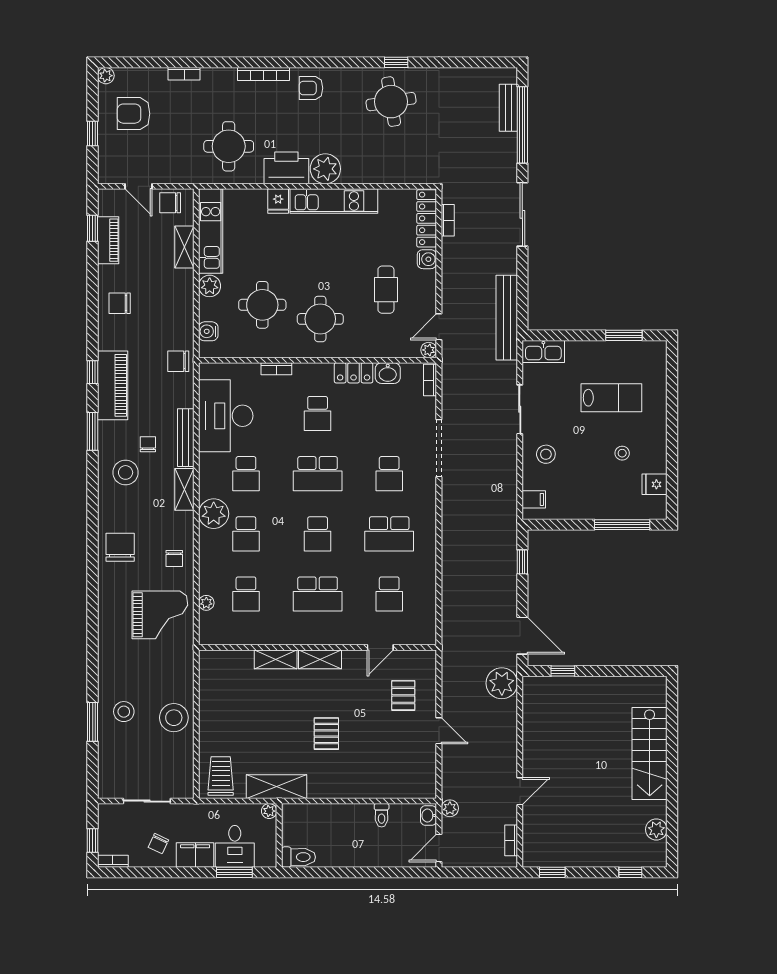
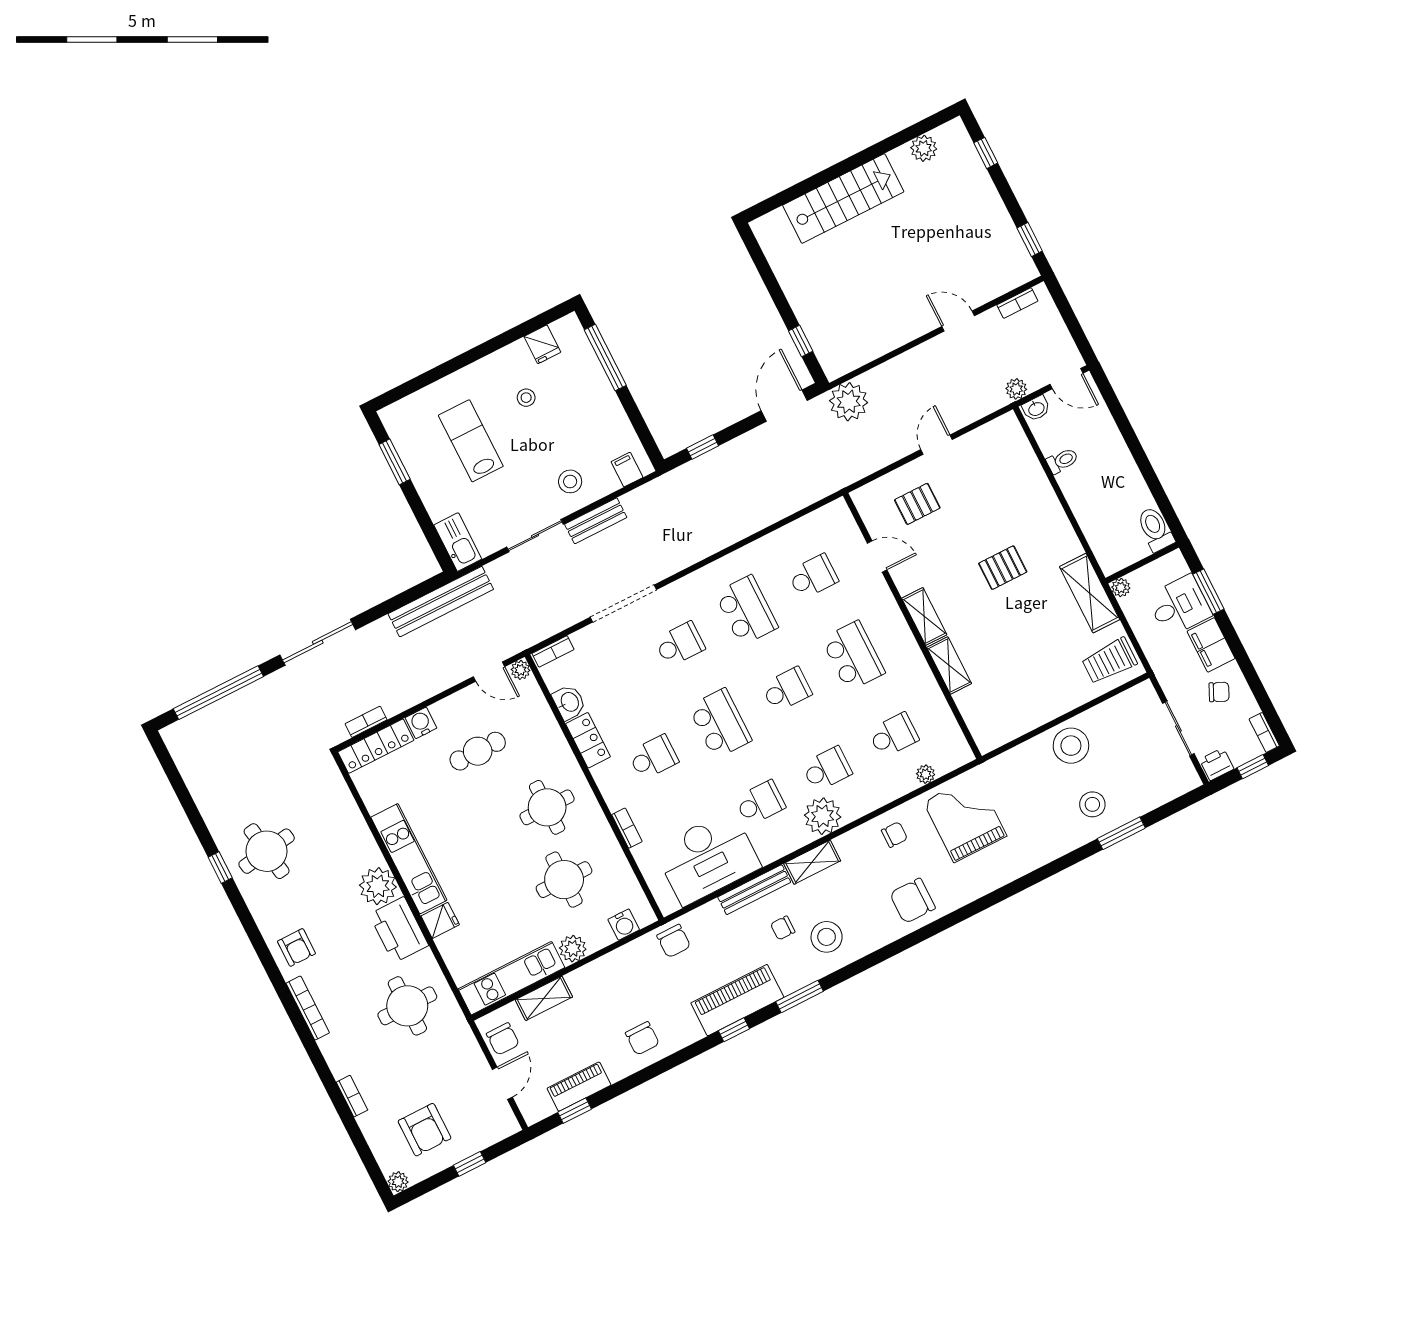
bench: (508, 108) -> (596, 521), moved
printer: (107, 815) -> (1217, 764), added

